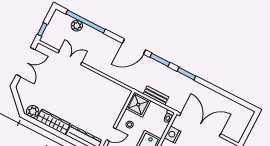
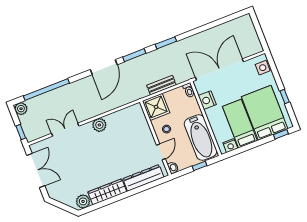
plant: (77, 26) -> (21, 109), moved
plant: (93, 78) -> (99, 125), added

